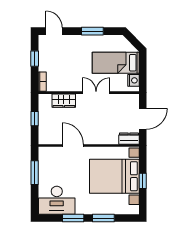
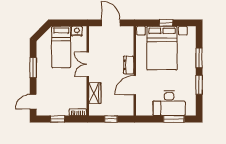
dresser: (129, 139) -> (129, 65), moved
window: (35, 173) -> (174, 119), moved
desk: (57, 200) -> (169, 103), moved, turned 90

